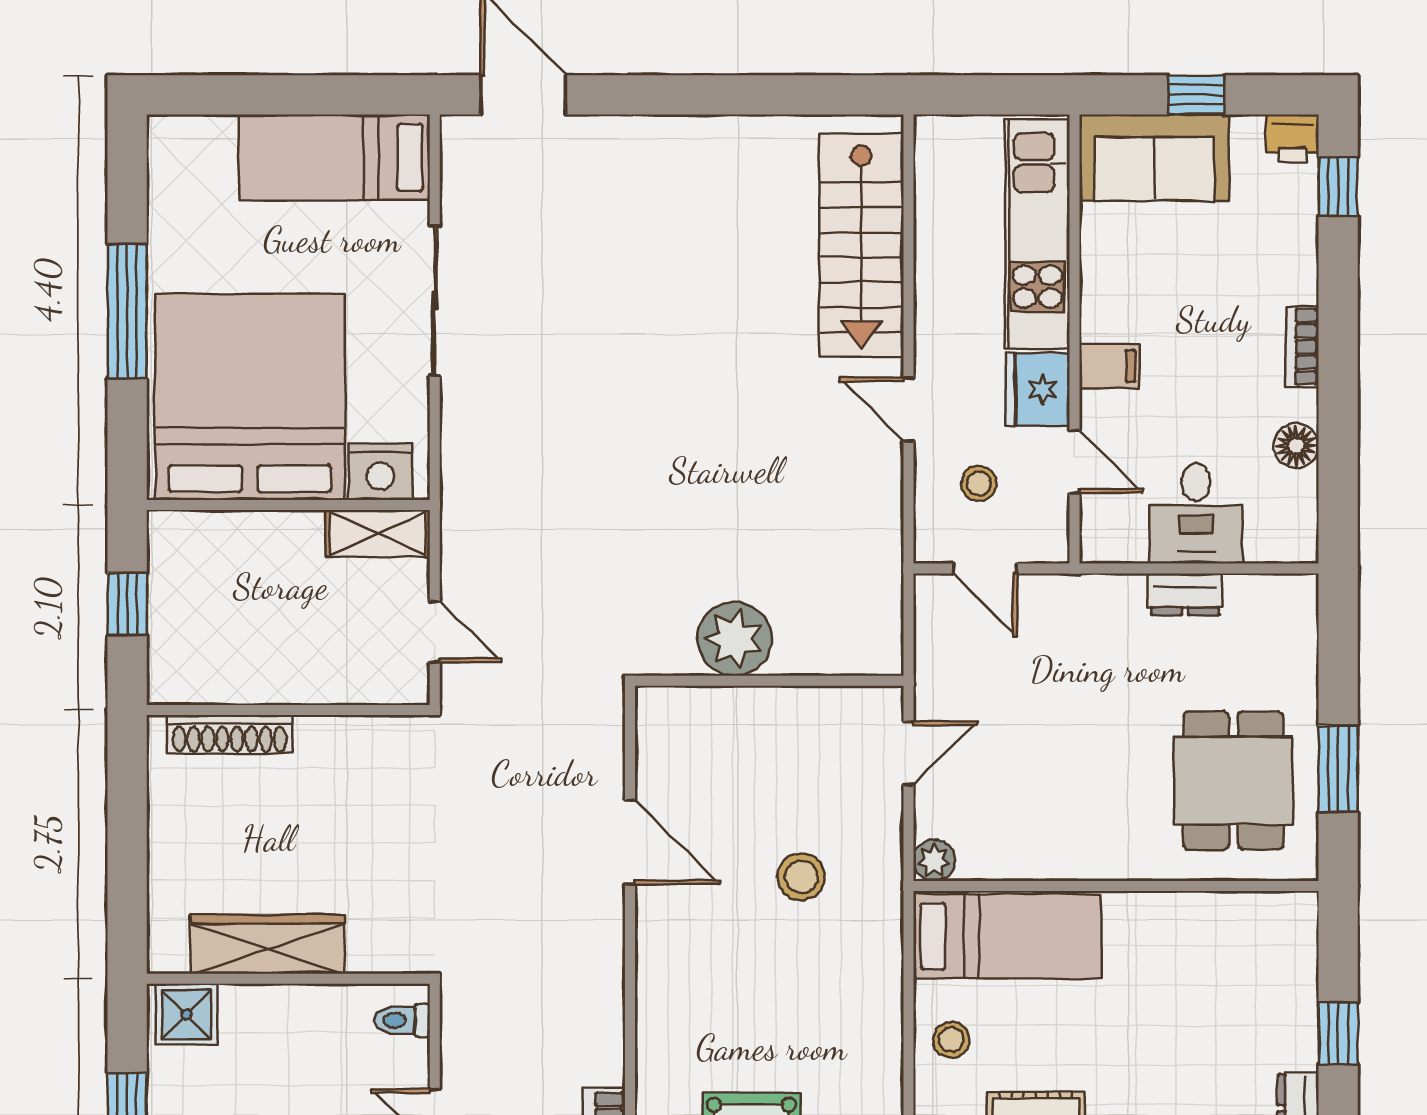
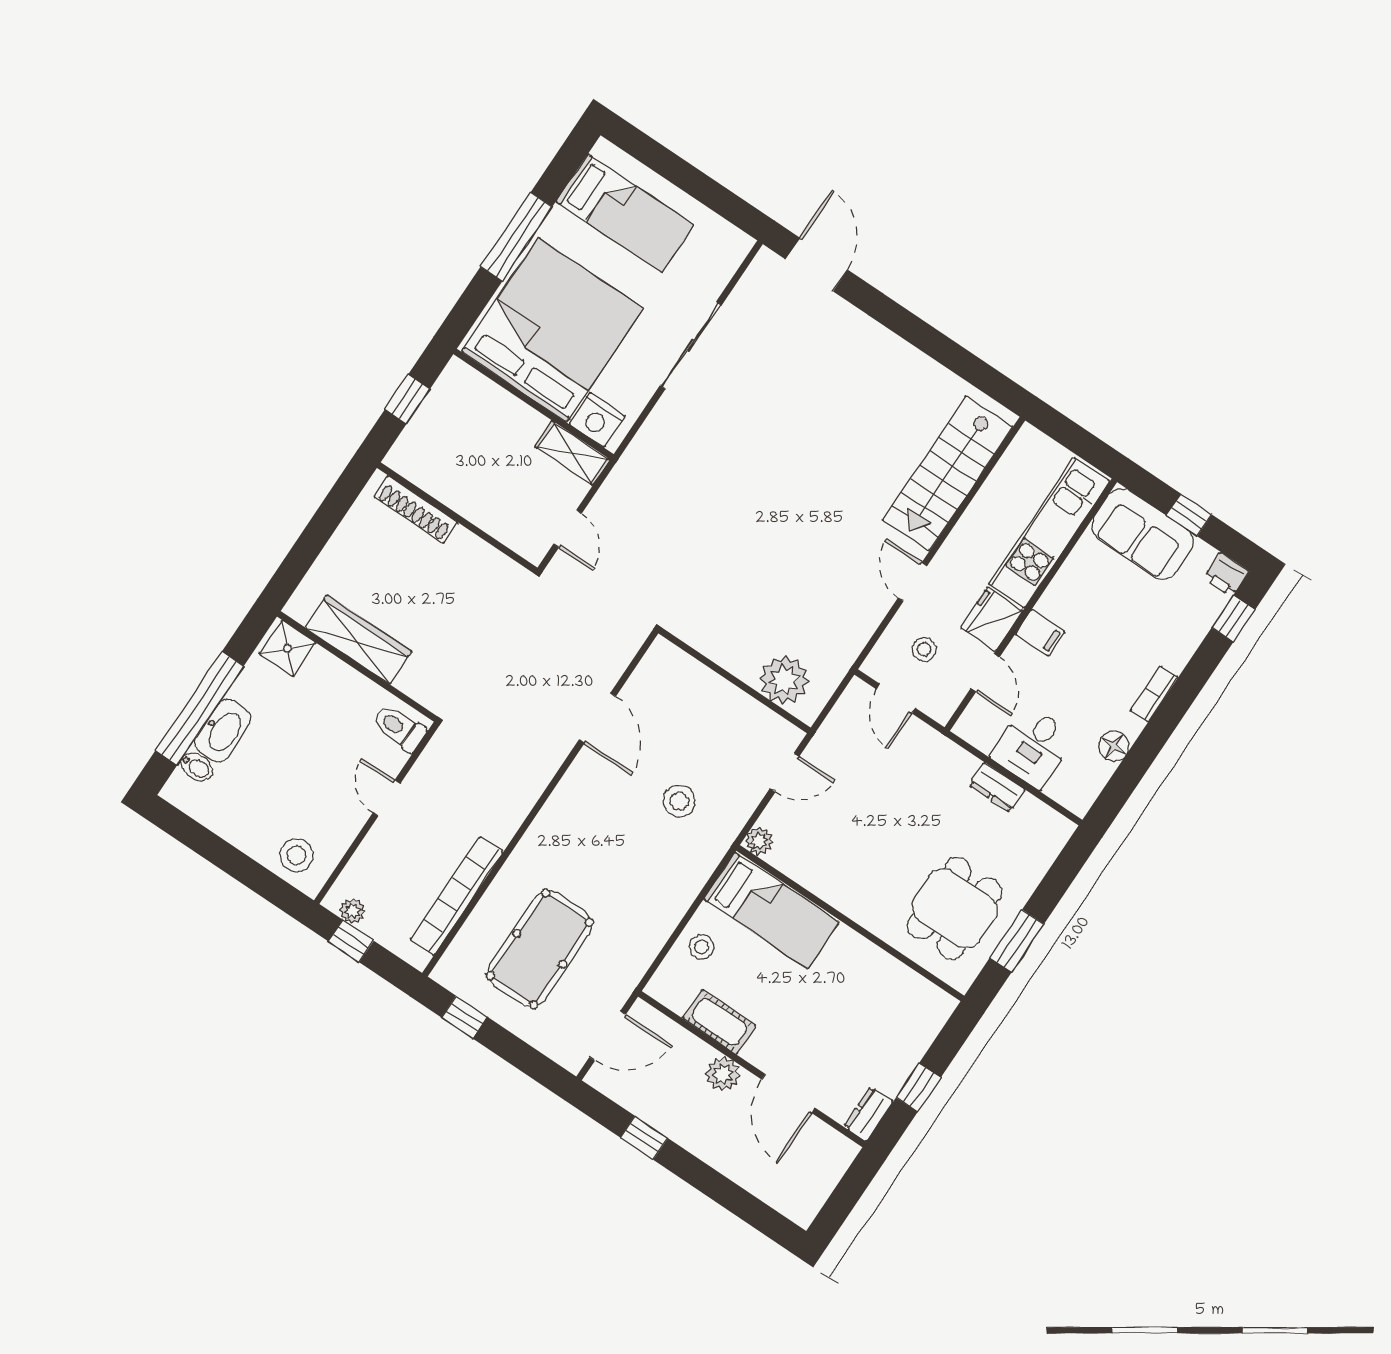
bed: (334, 157) -> (625, 213), moved, turned 180
plant: (734, 639) -> (784, 680), moved
toilet: (402, 1020) -> (399, 728), width x1.37, depth x1.39

